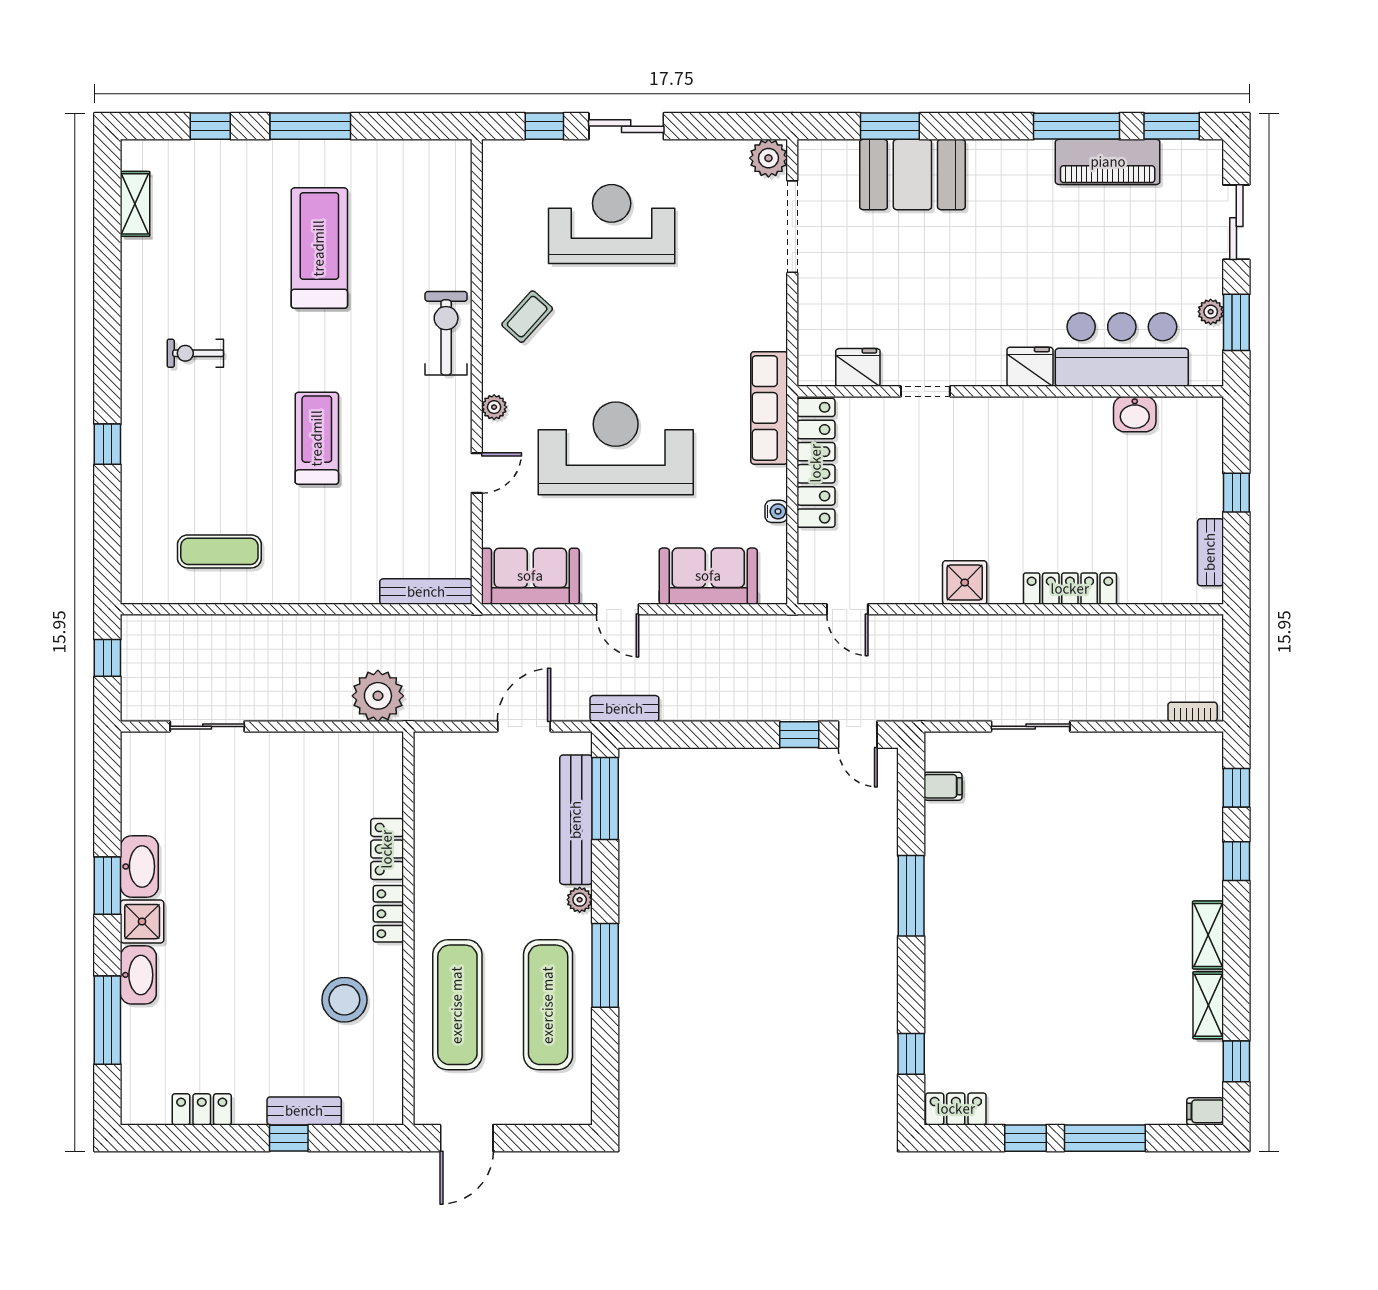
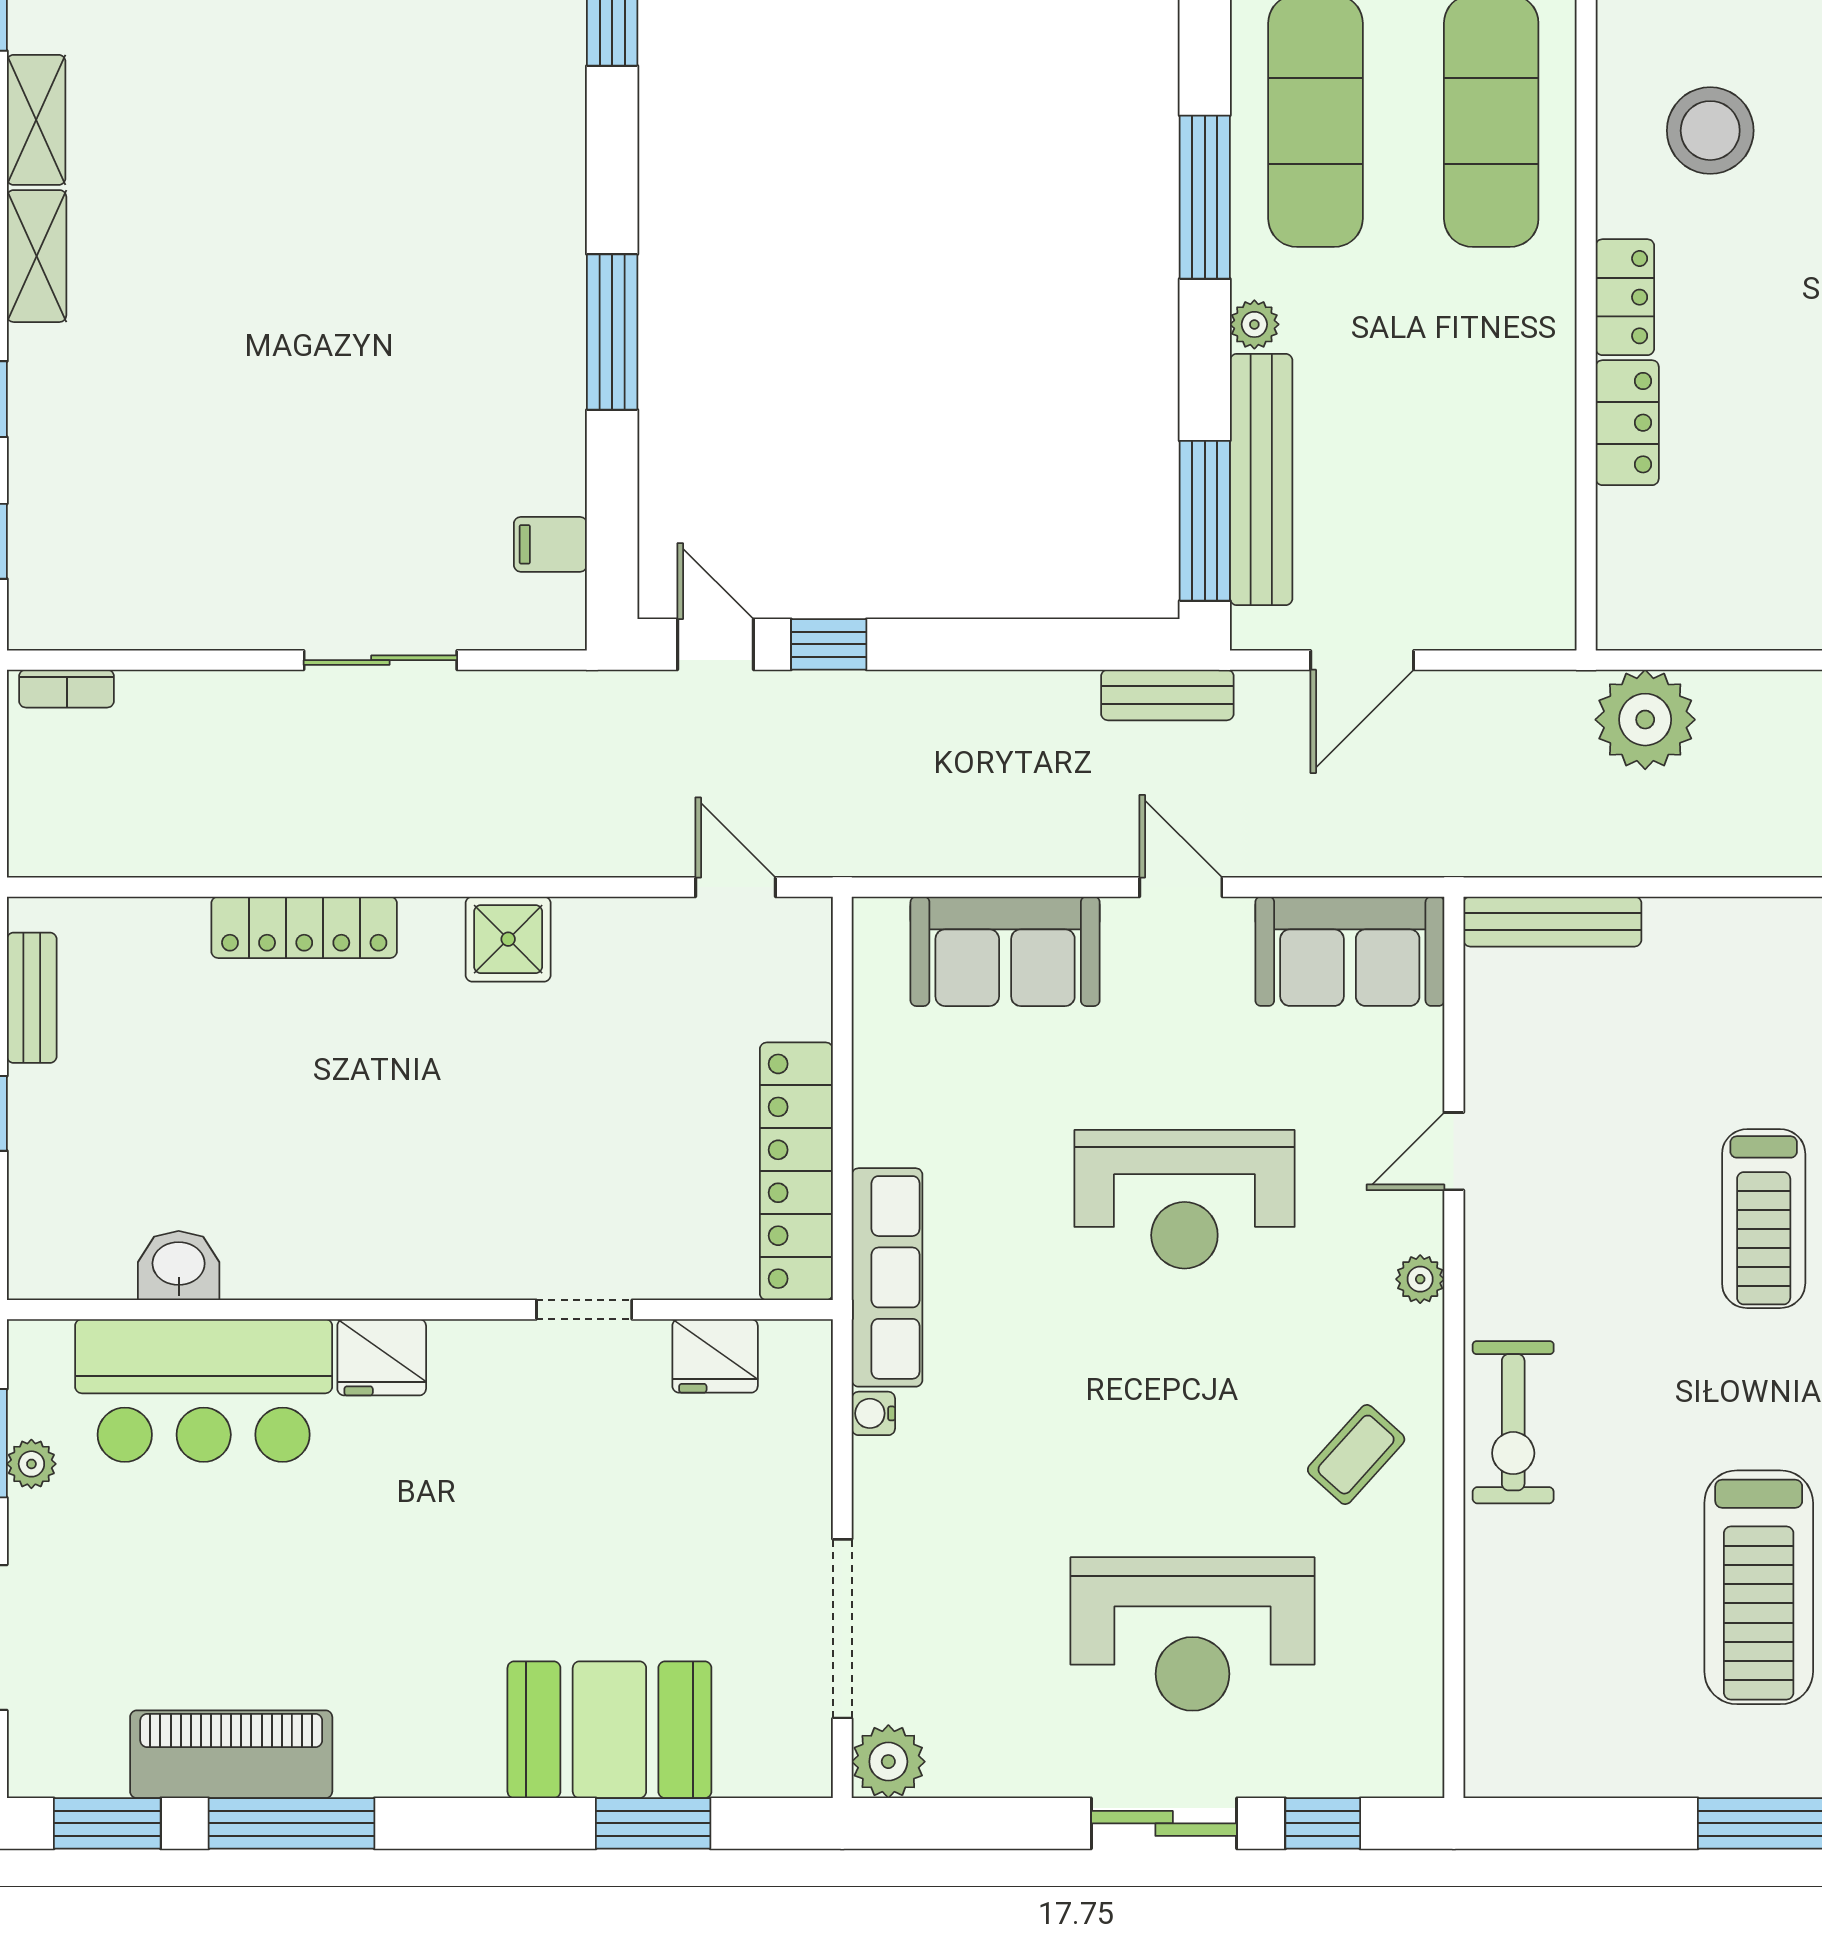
reception desk: (616, 448) -> (1184, 1199), width x0.74, depth x0.77
water cooler: (776, 511) -> (873, 1413), moved

